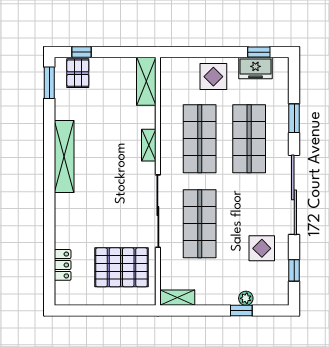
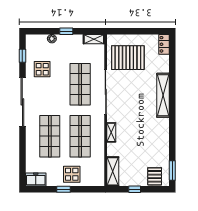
window: (82, 52) -> (135, 189), moved
window: (259, 52) -> (64, 189), moved
freezer: (255, 68) -> (36, 180), moved
window: (294, 118) -> (22, 149), removed
shelving: (64, 156) -> (163, 95), moved
locker: (63, 265) -> (164, 44), moved
window: (241, 311) -> (66, 31), moved

